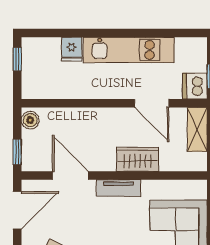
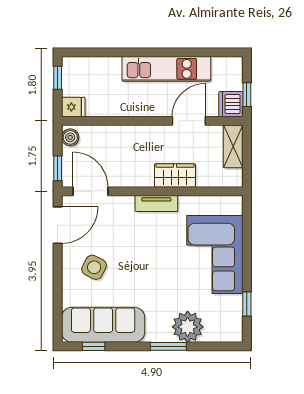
fridge: (72, 49) -> (73, 107), moved, turned -90
door: (152, 103) -> (189, 121), swing flipped
door: (70, 175) -> (90, 191), moved

